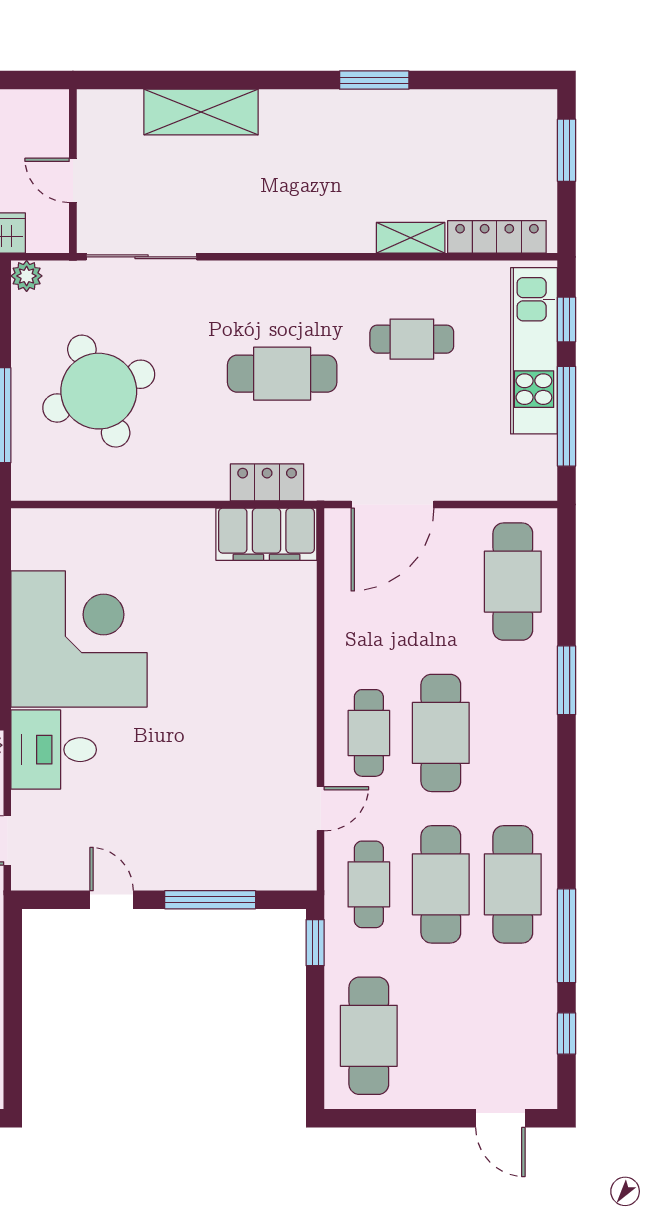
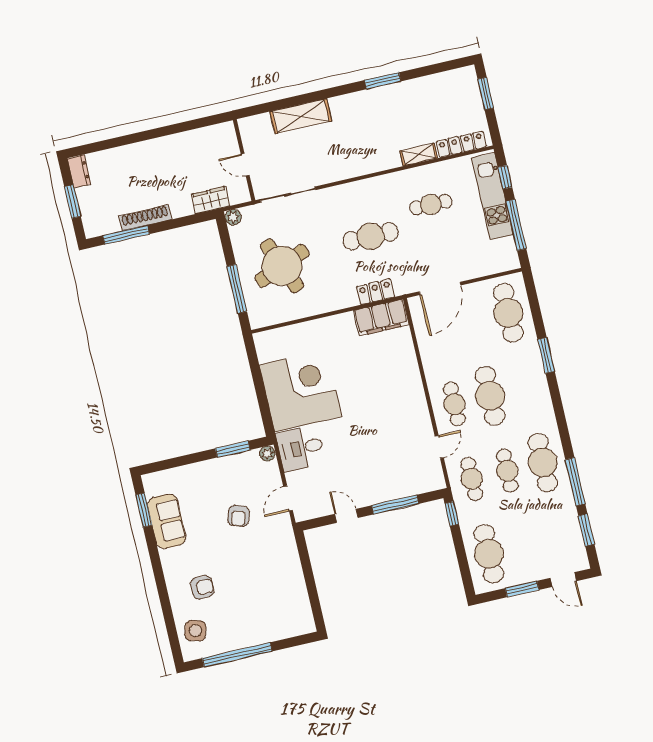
cafe table: (441, 884) -> (507, 471), width x0.73, depth x0.74
window: (566, 1033) -> (586, 530), width x1.50
window: (417, 1118) -> (522, 589), added

